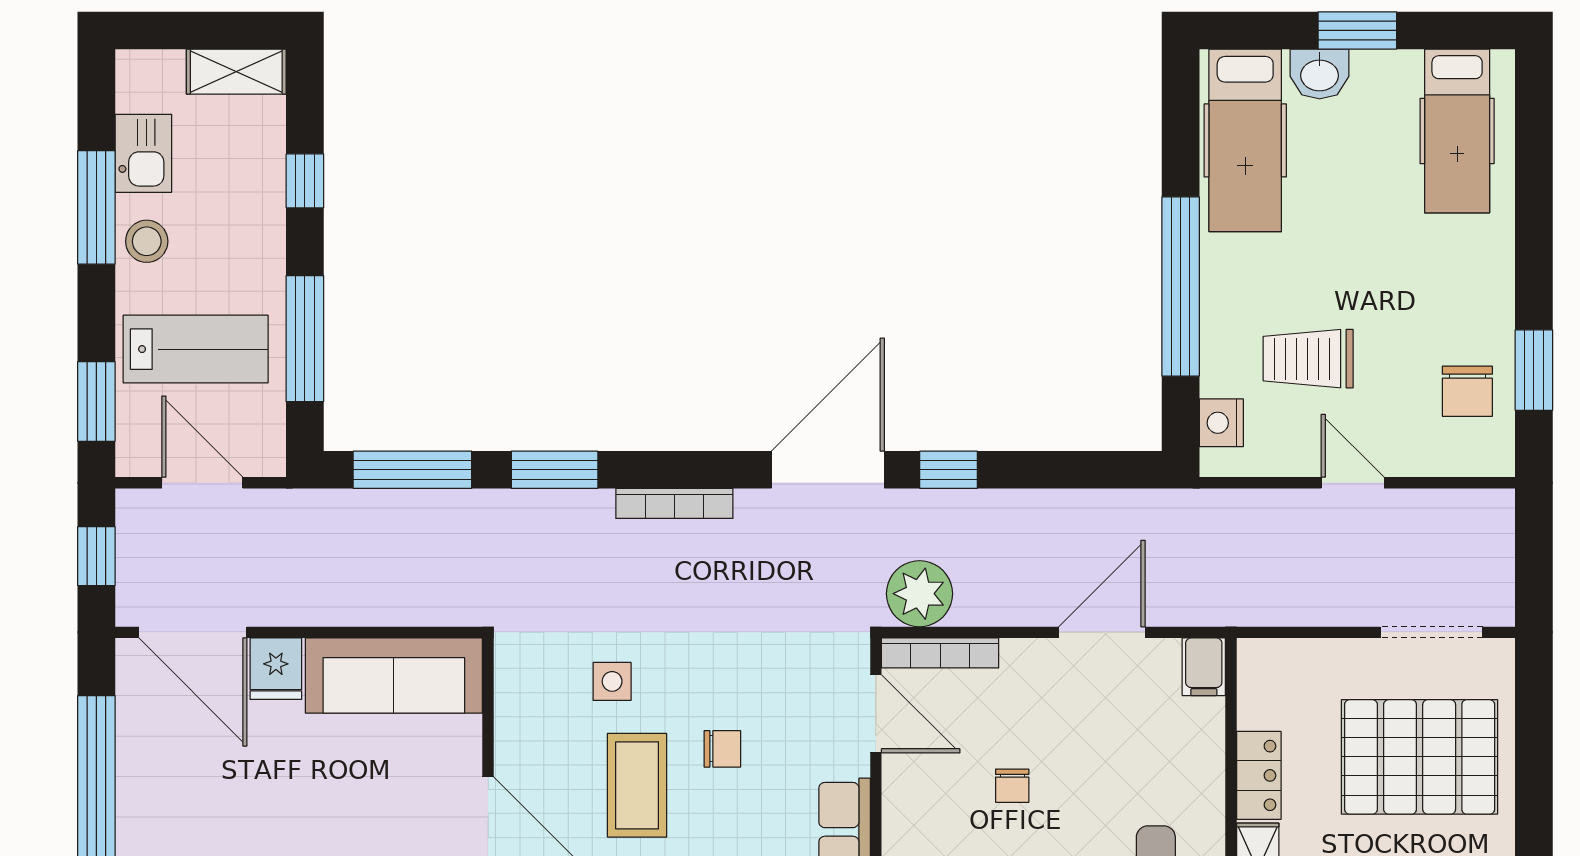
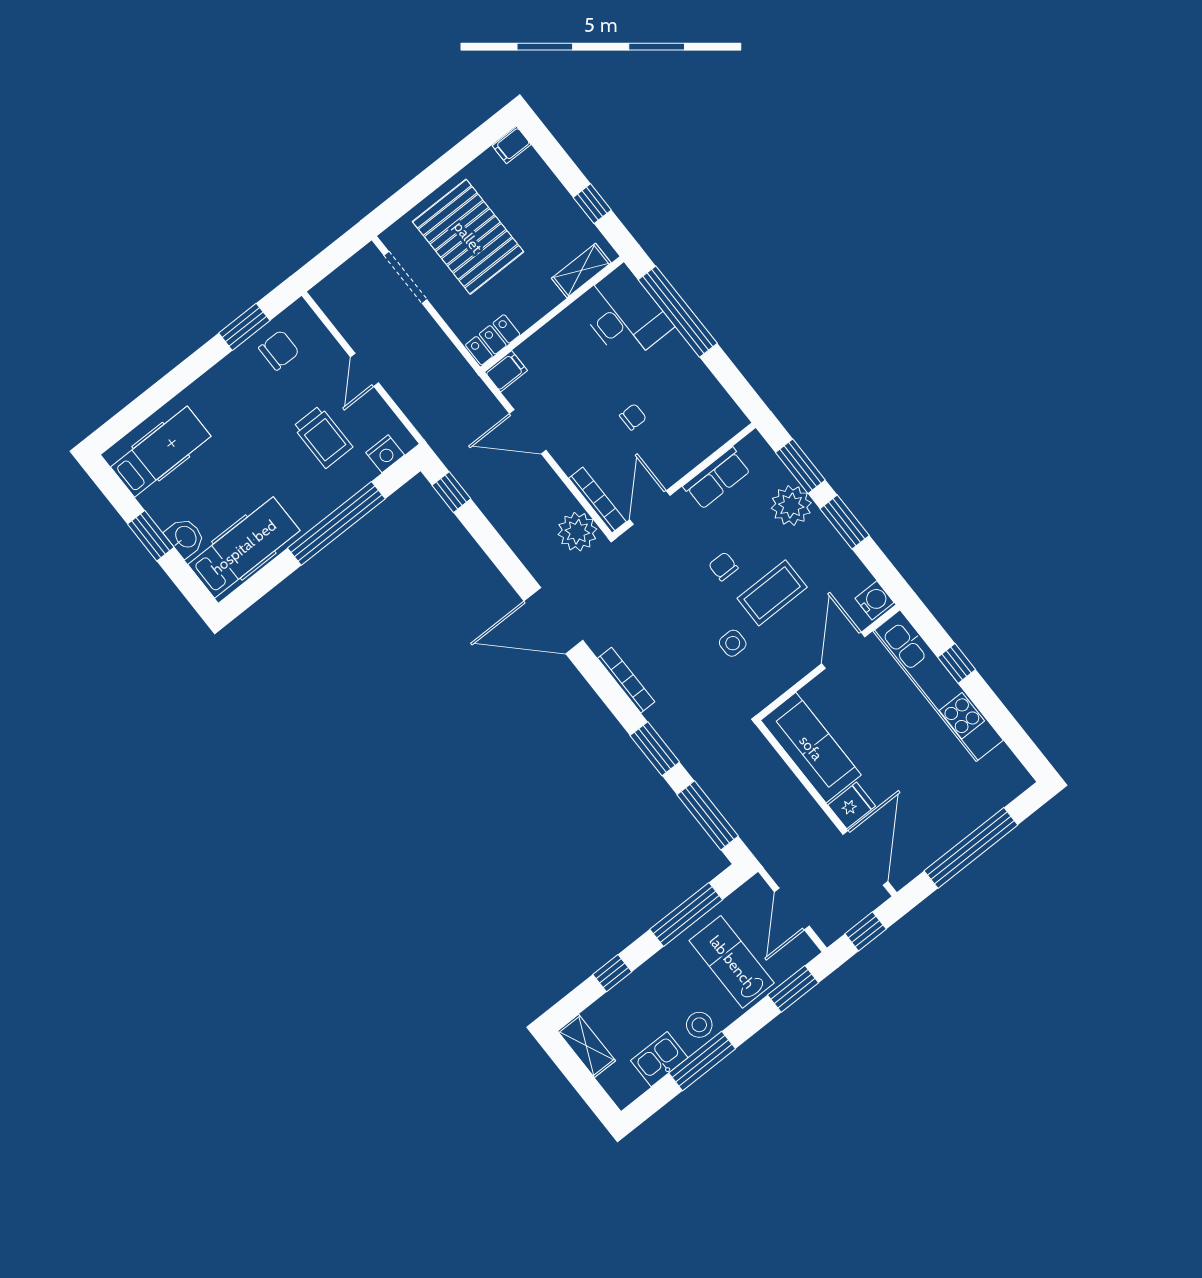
window: (948, 470) -> (451, 492), moved
locker: (1259, 775) -> (493, 340), moved

